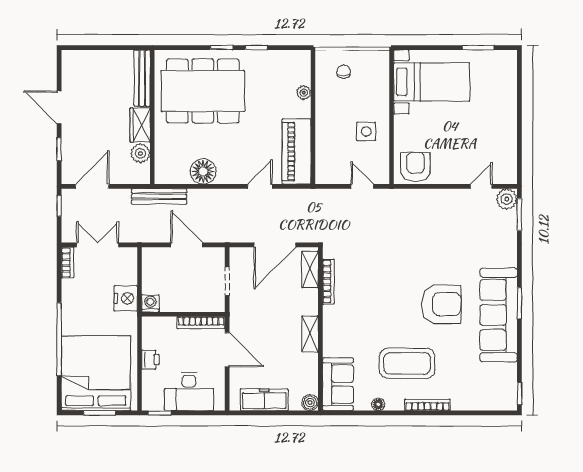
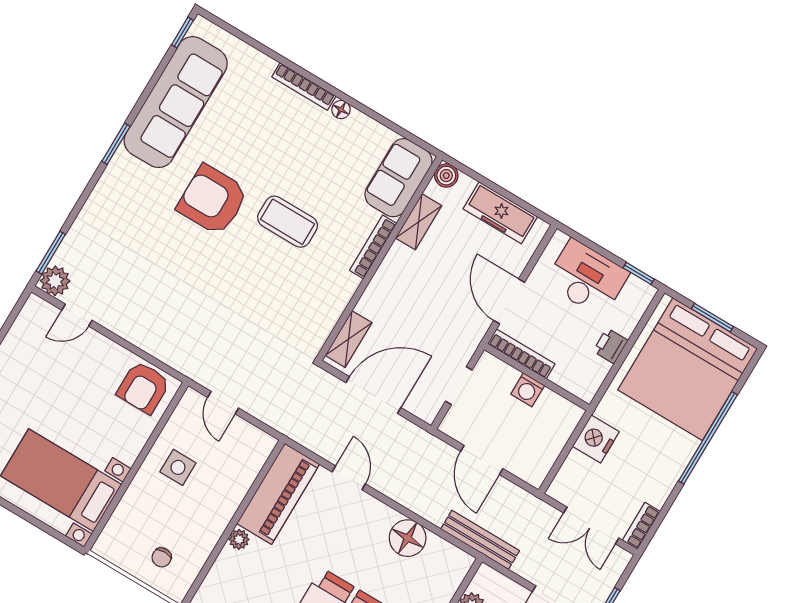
plant: (304, 93) -> (239, 539), moved
door: (260, 186) -> (349, 478), swing flipped
bookcase: (328, 282) -> (373, 247), moved
washing machine: (150, 303) -> (528, 390), moved
sofa: (499, 315) -> (176, 102), moved
shelving: (310, 334) -> (419, 222), moved
coffee table: (407, 363) -> (288, 222), moved, width x0.73, depth x0.76
floor lamp: (378, 404) -> (341, 110), moved

